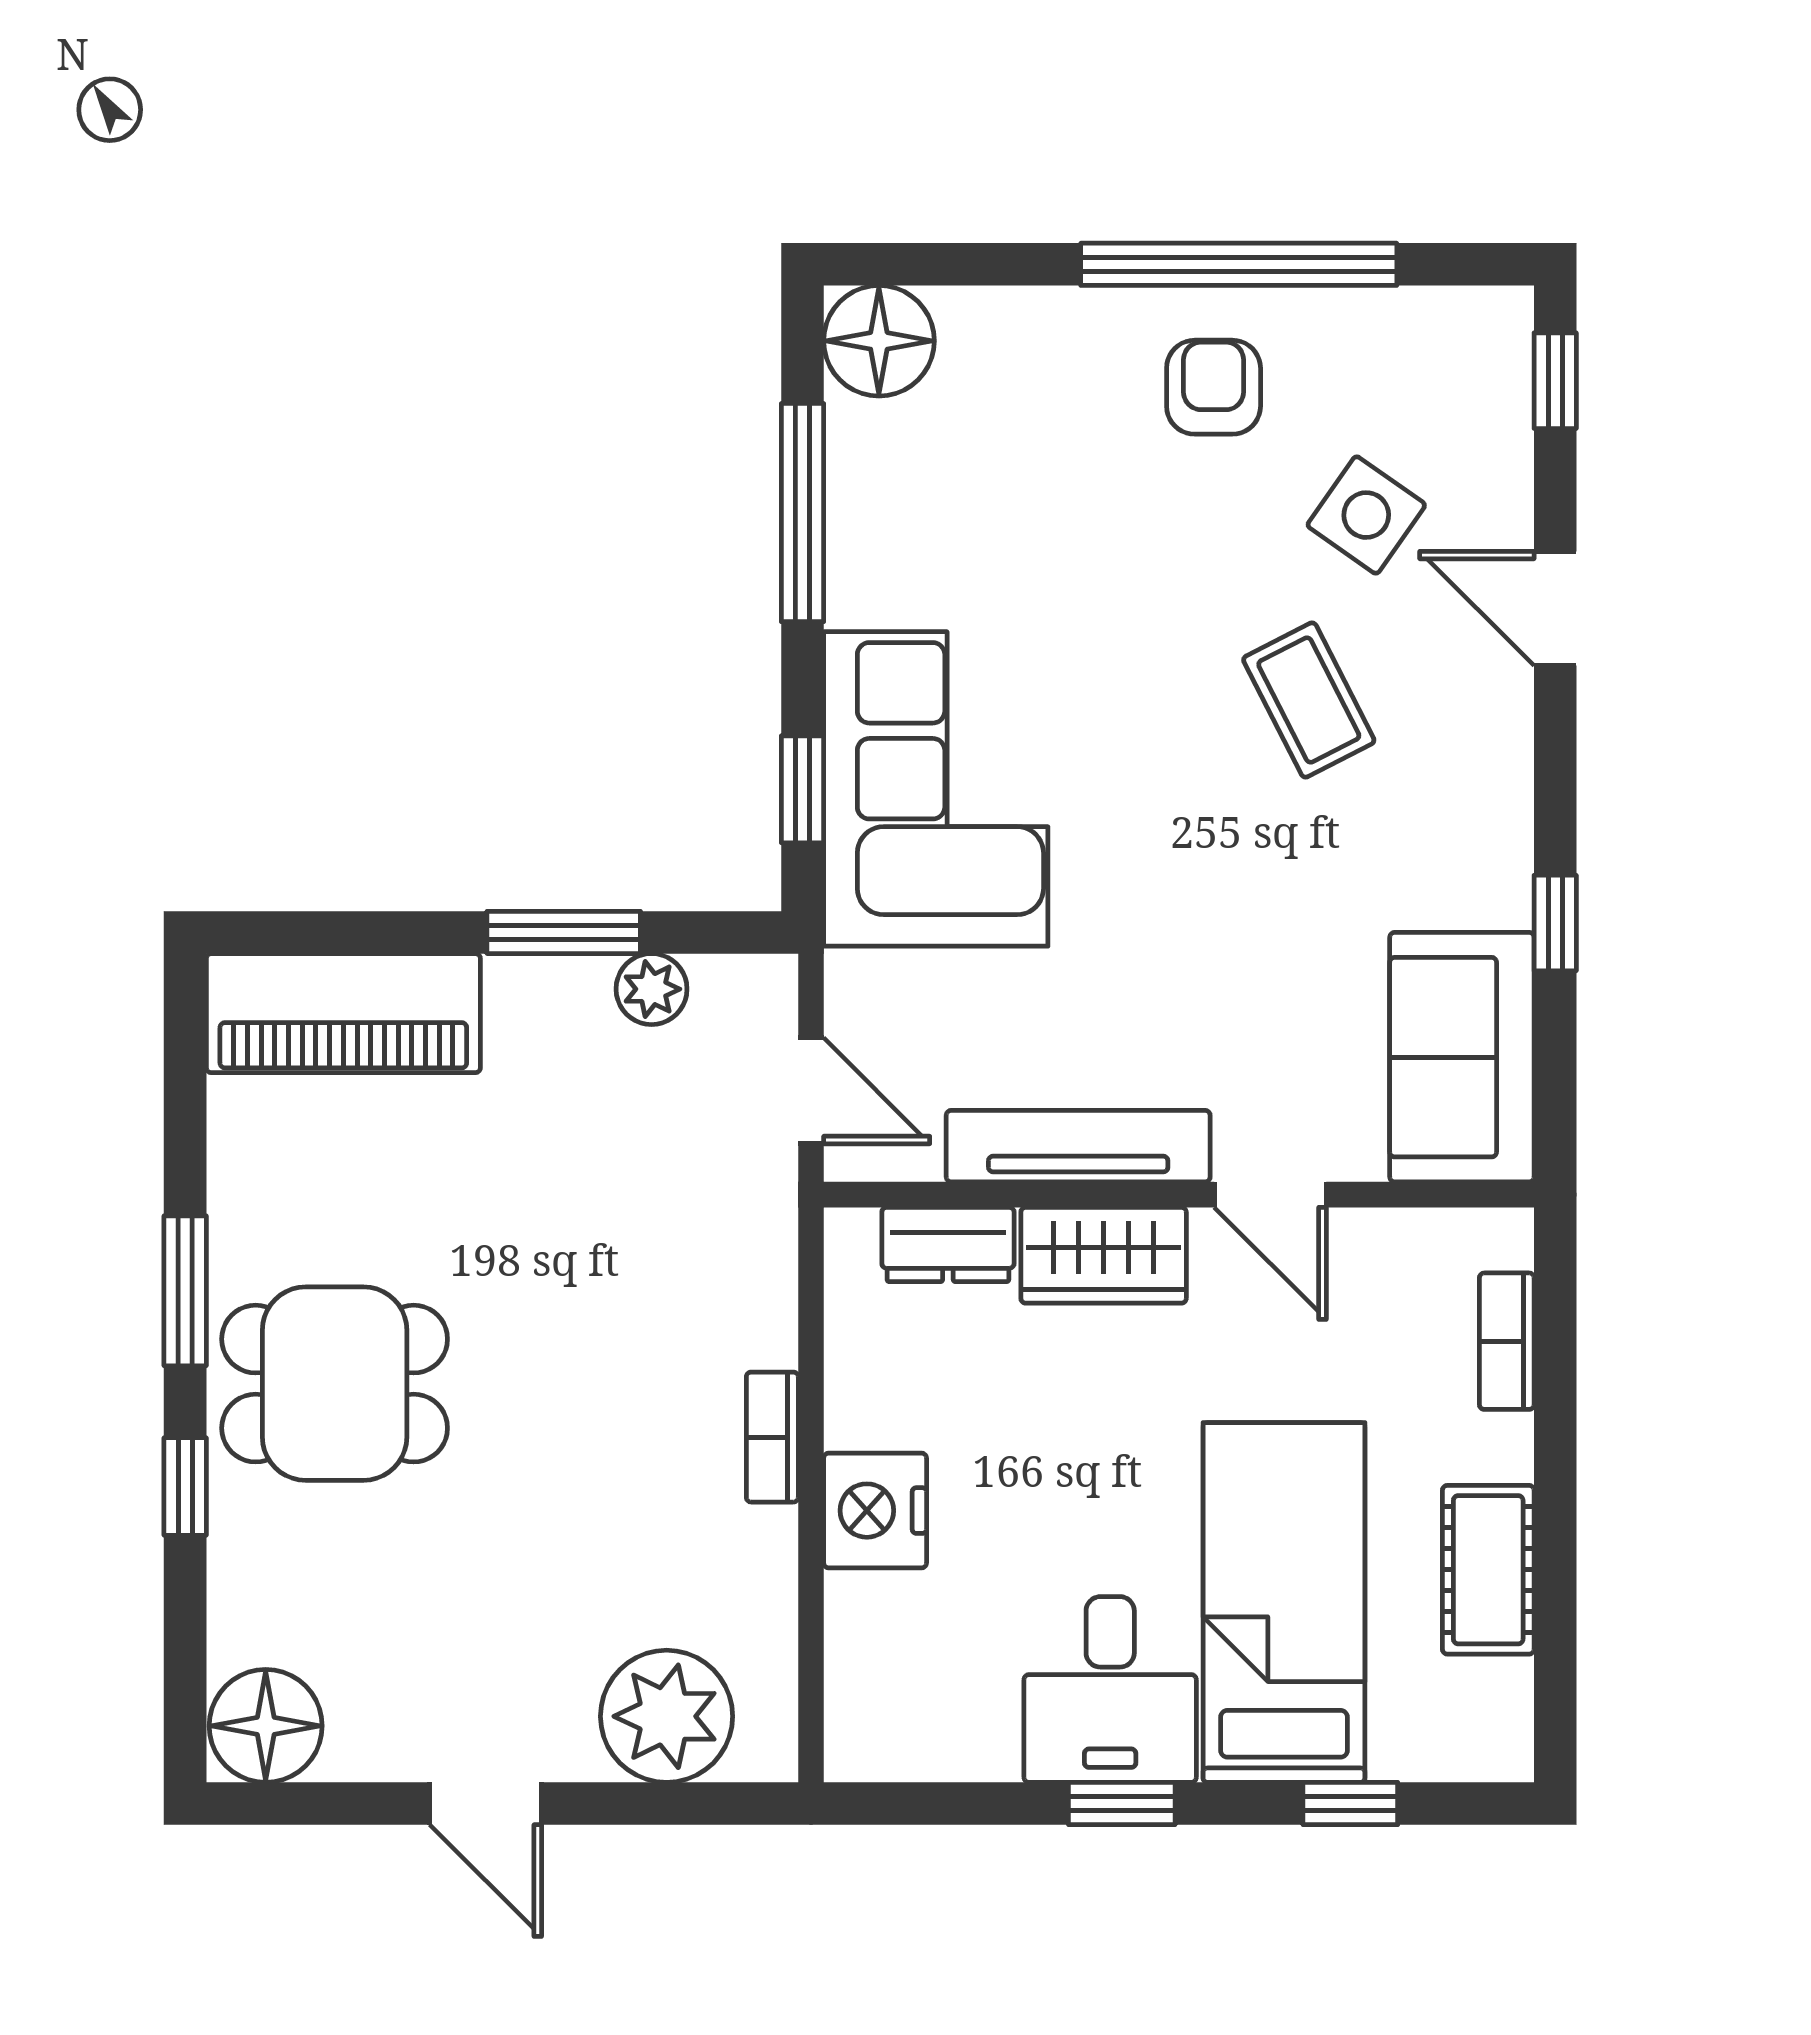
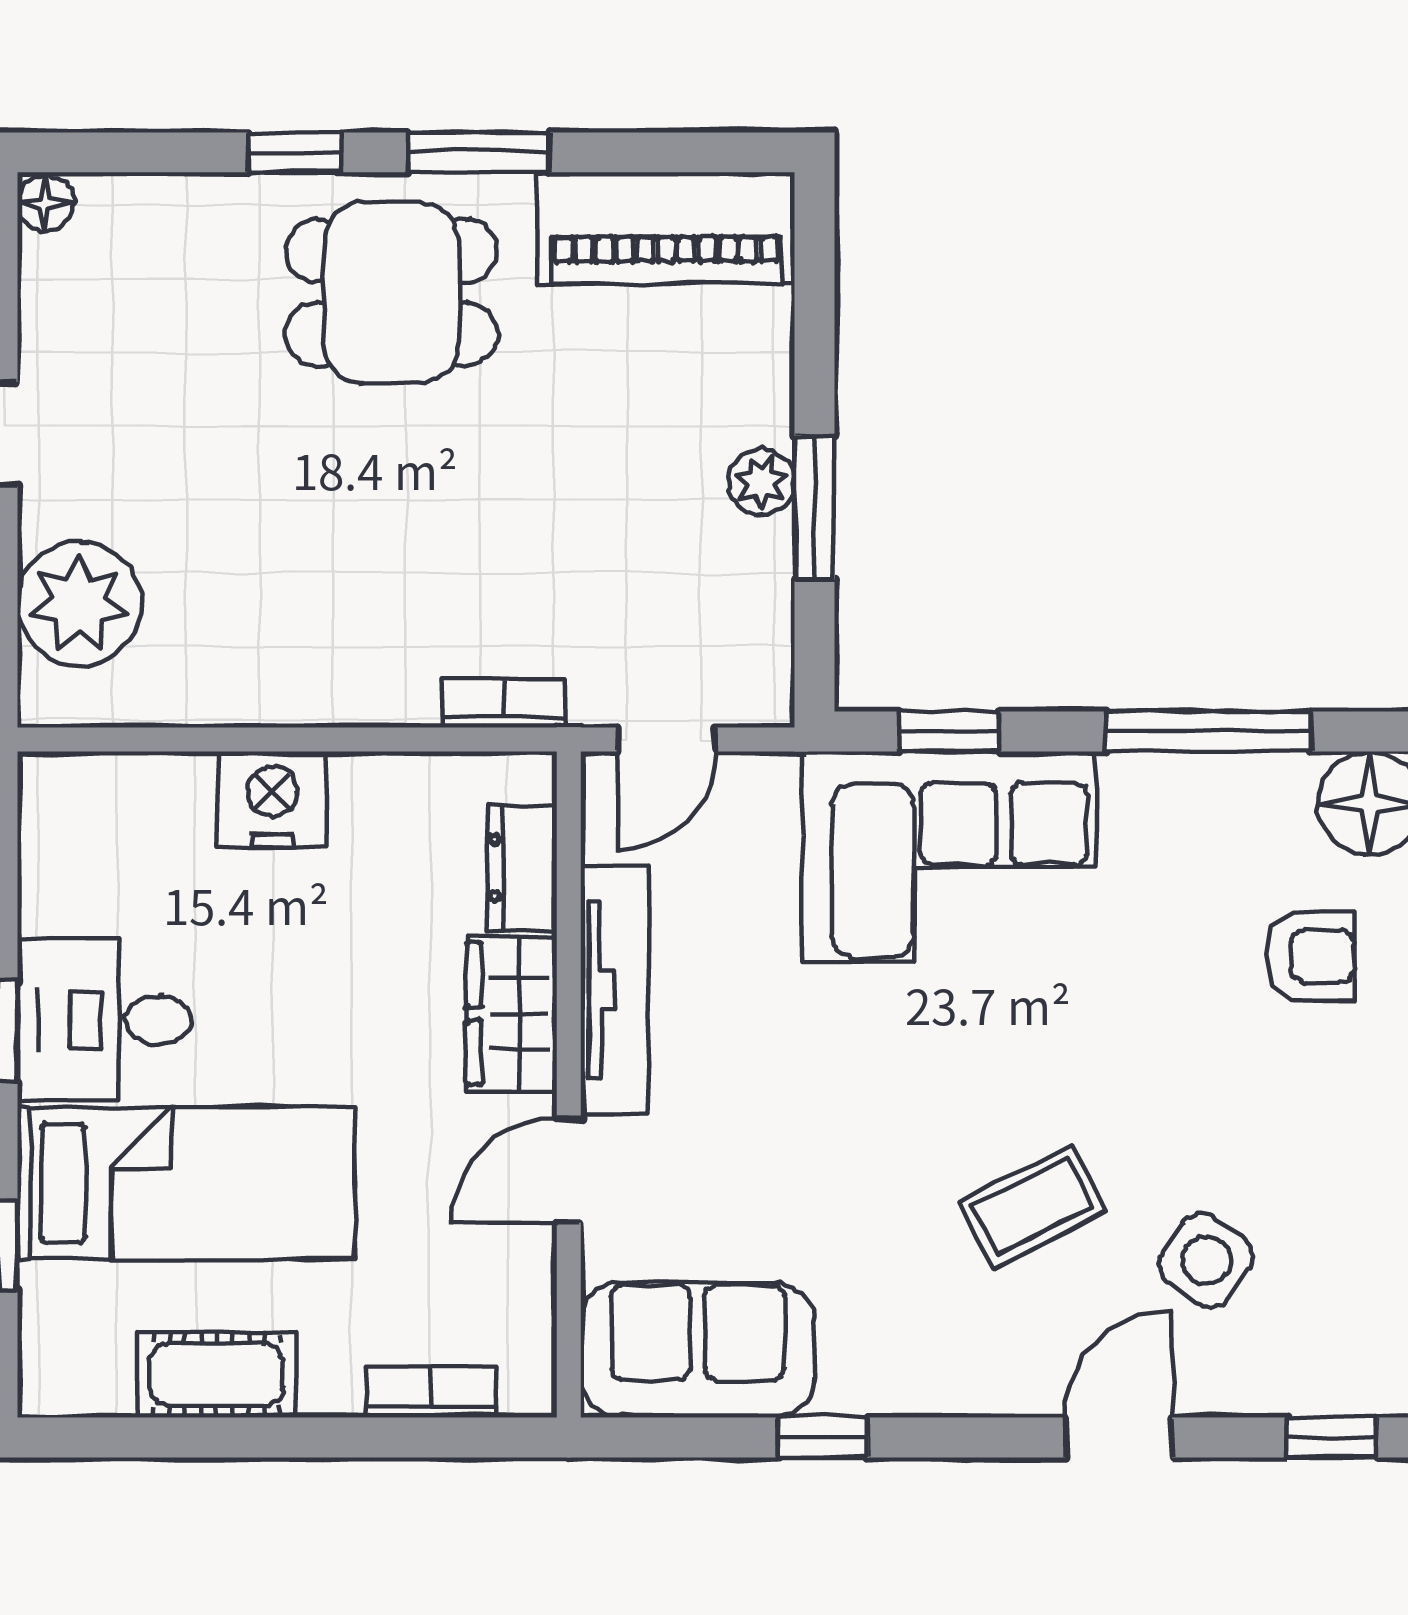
armchair: (1214, 387) -> (1310, 956), moved
plant: (652, 989) -> (761, 482), moved
piano: (343, 1013) -> (666, 228), moved, turned -90
dining table: (335, 1384) -> (391, 293), turned 90
bookcase: (772, 1437) -> (504, 703), moved
floor lamp: (266, 1726) -> (45, 203), width x0.53, depth x0.53

